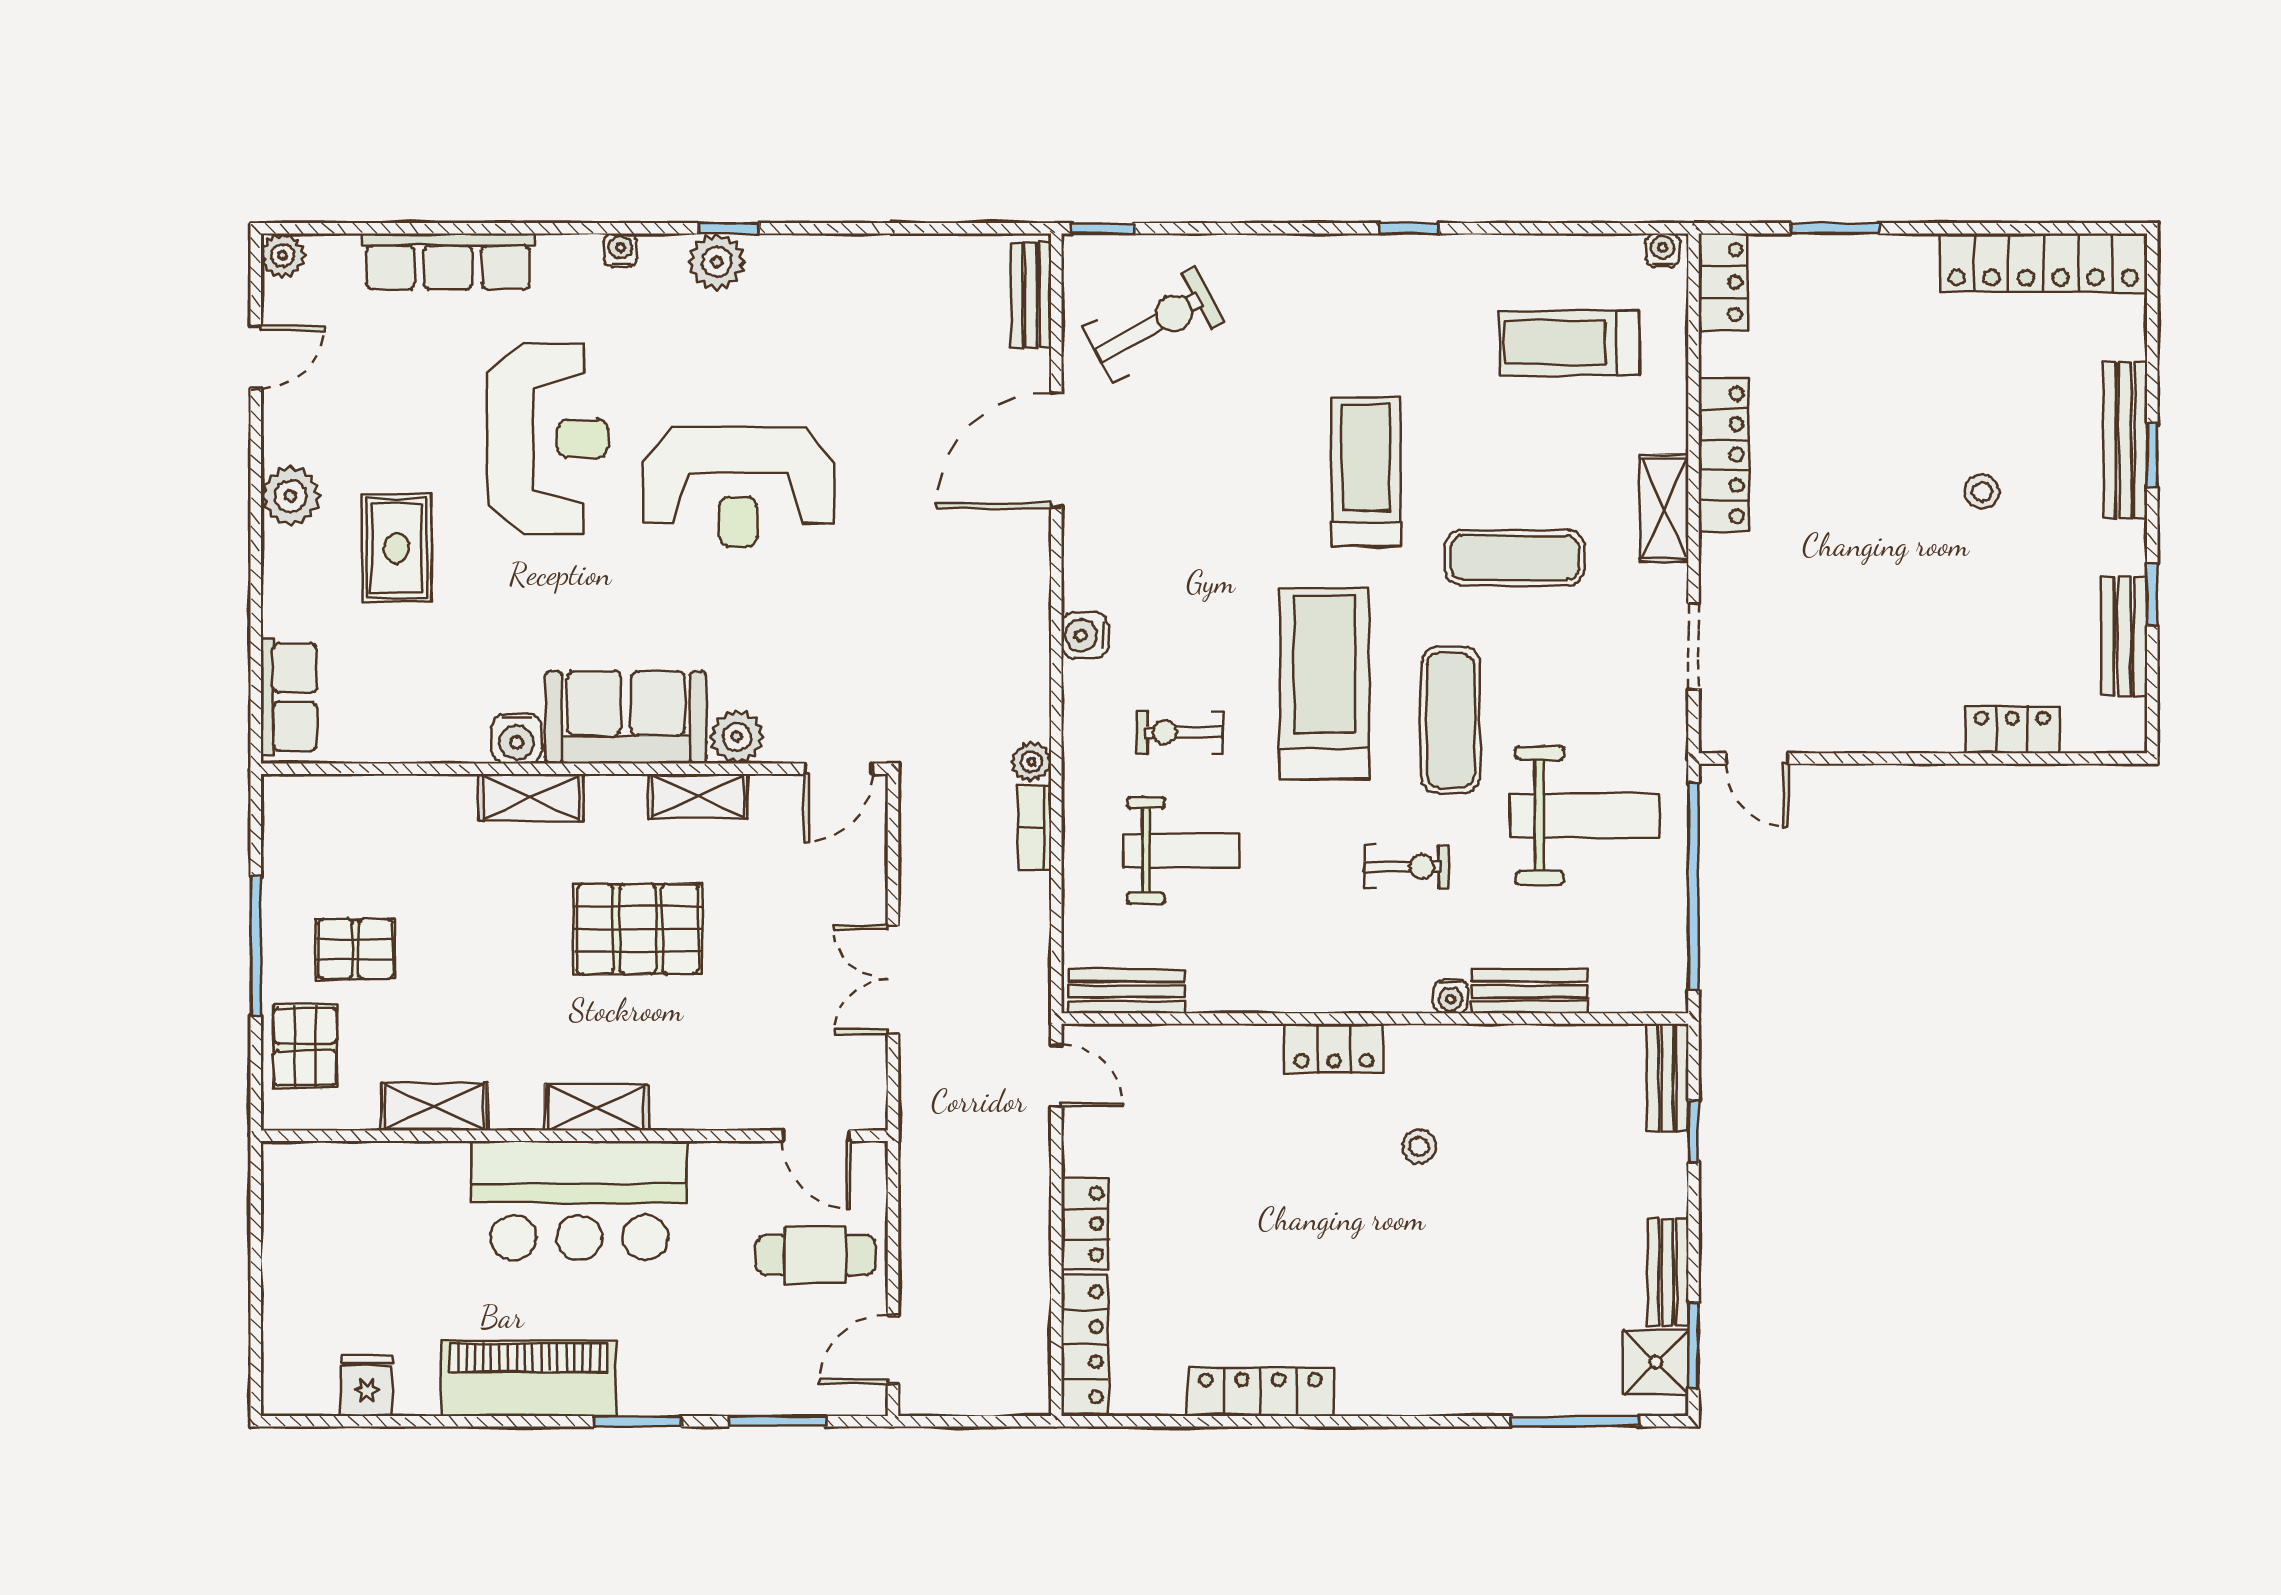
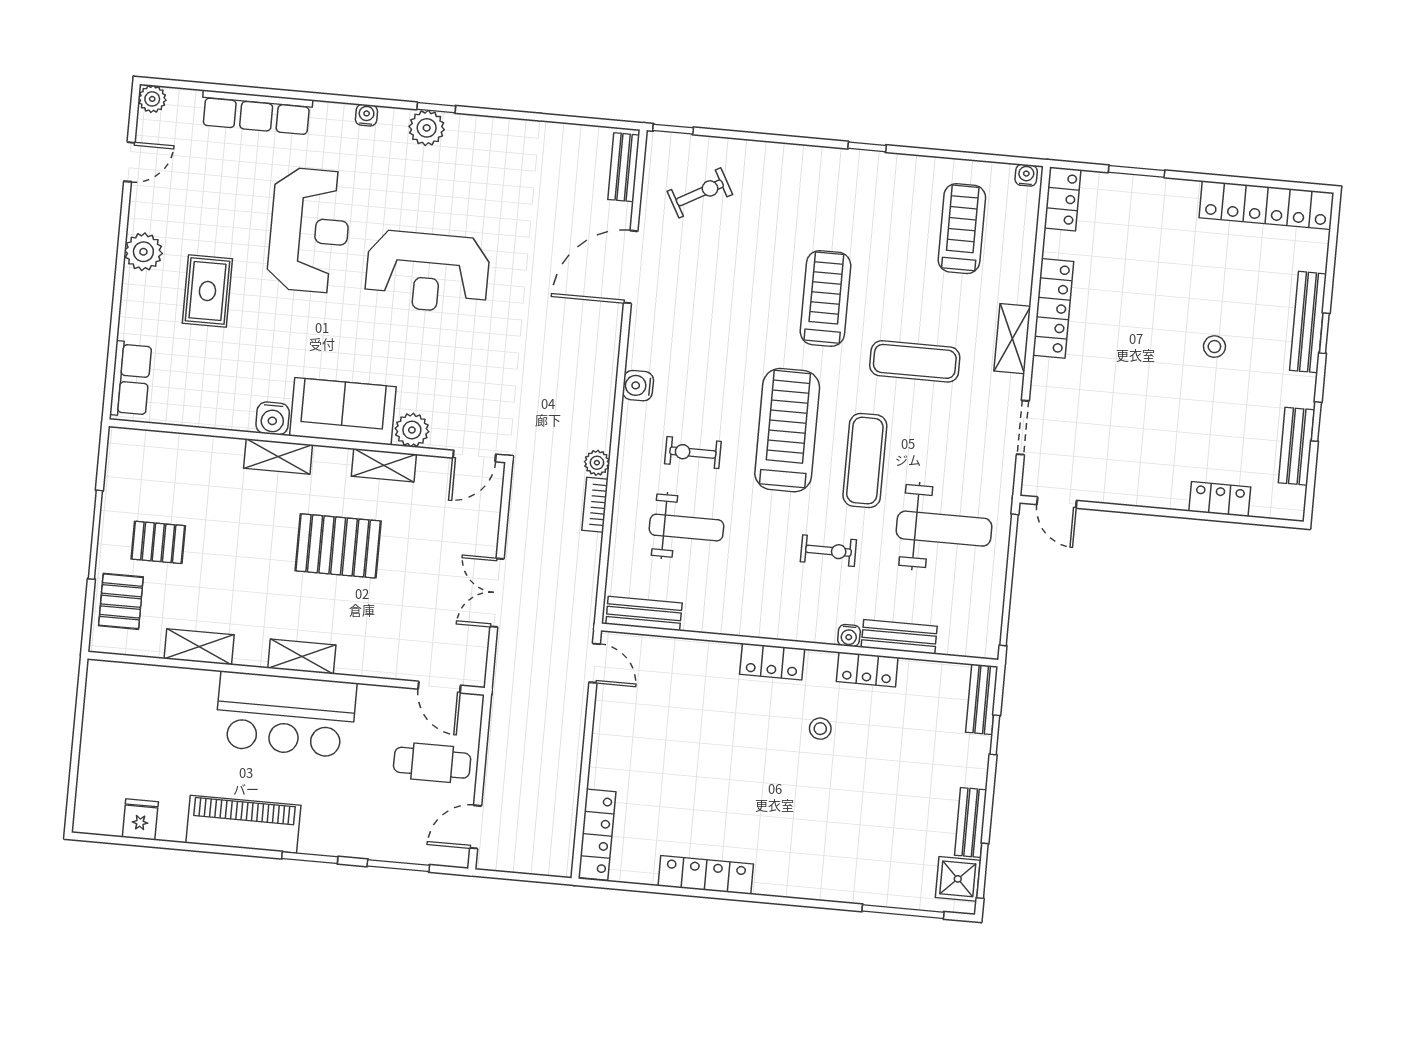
exercise bike: (1154, 324) -> (700, 193), width x0.73, depth x0.72
treadmill: (1569, 343) -> (962, 229), turned 90
locker: (1085, 1224) -> (867, 669), moved, turned 90

